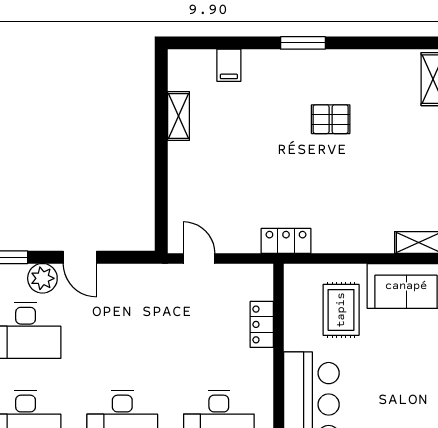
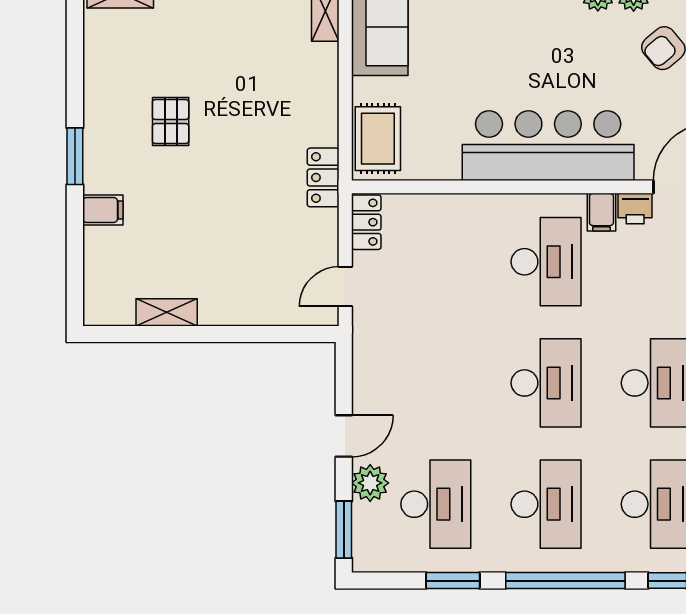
filing cabinet: (229, 65) -> (103, 210), moved
rug: (341, 310) -> (378, 139), moved, turned 90
locker: (262, 324) -> (366, 222), moved, turned -90

